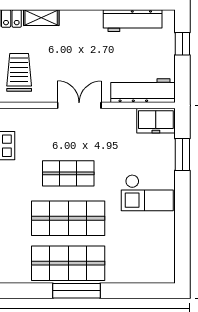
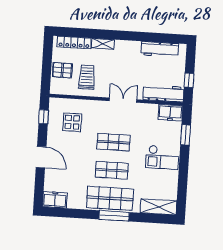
window: (182, 44) -> (189, 80), moved
shop shelf: (68, 218) -> (112, 170), width x0.70, depth x0.74
shelving: (146, 272) -> (159, 207), added

